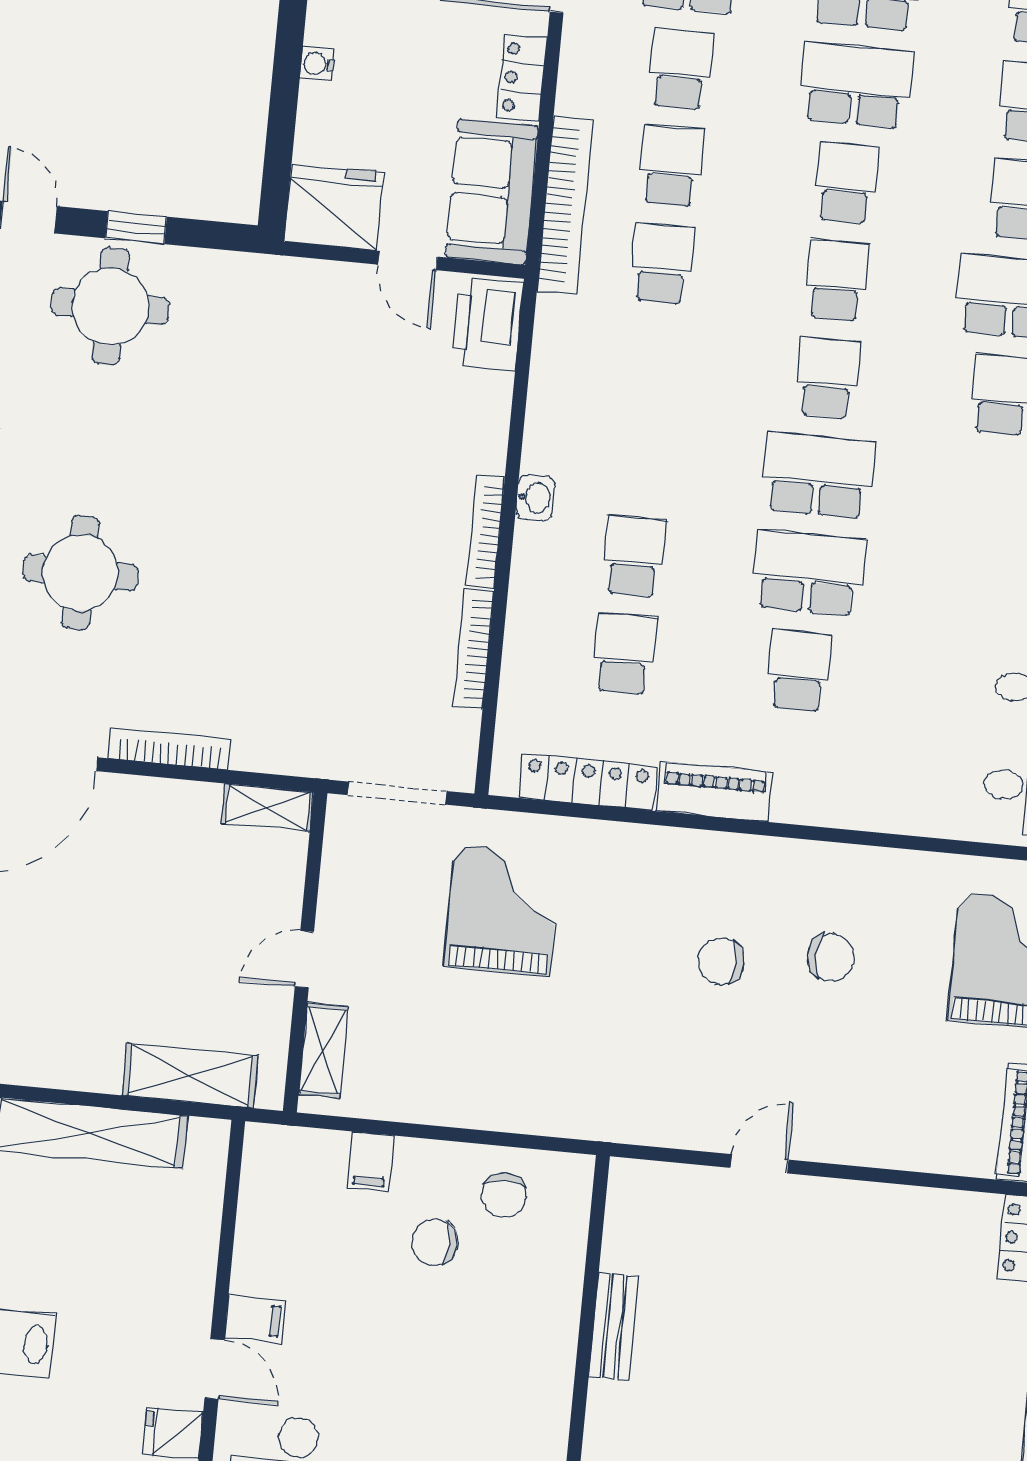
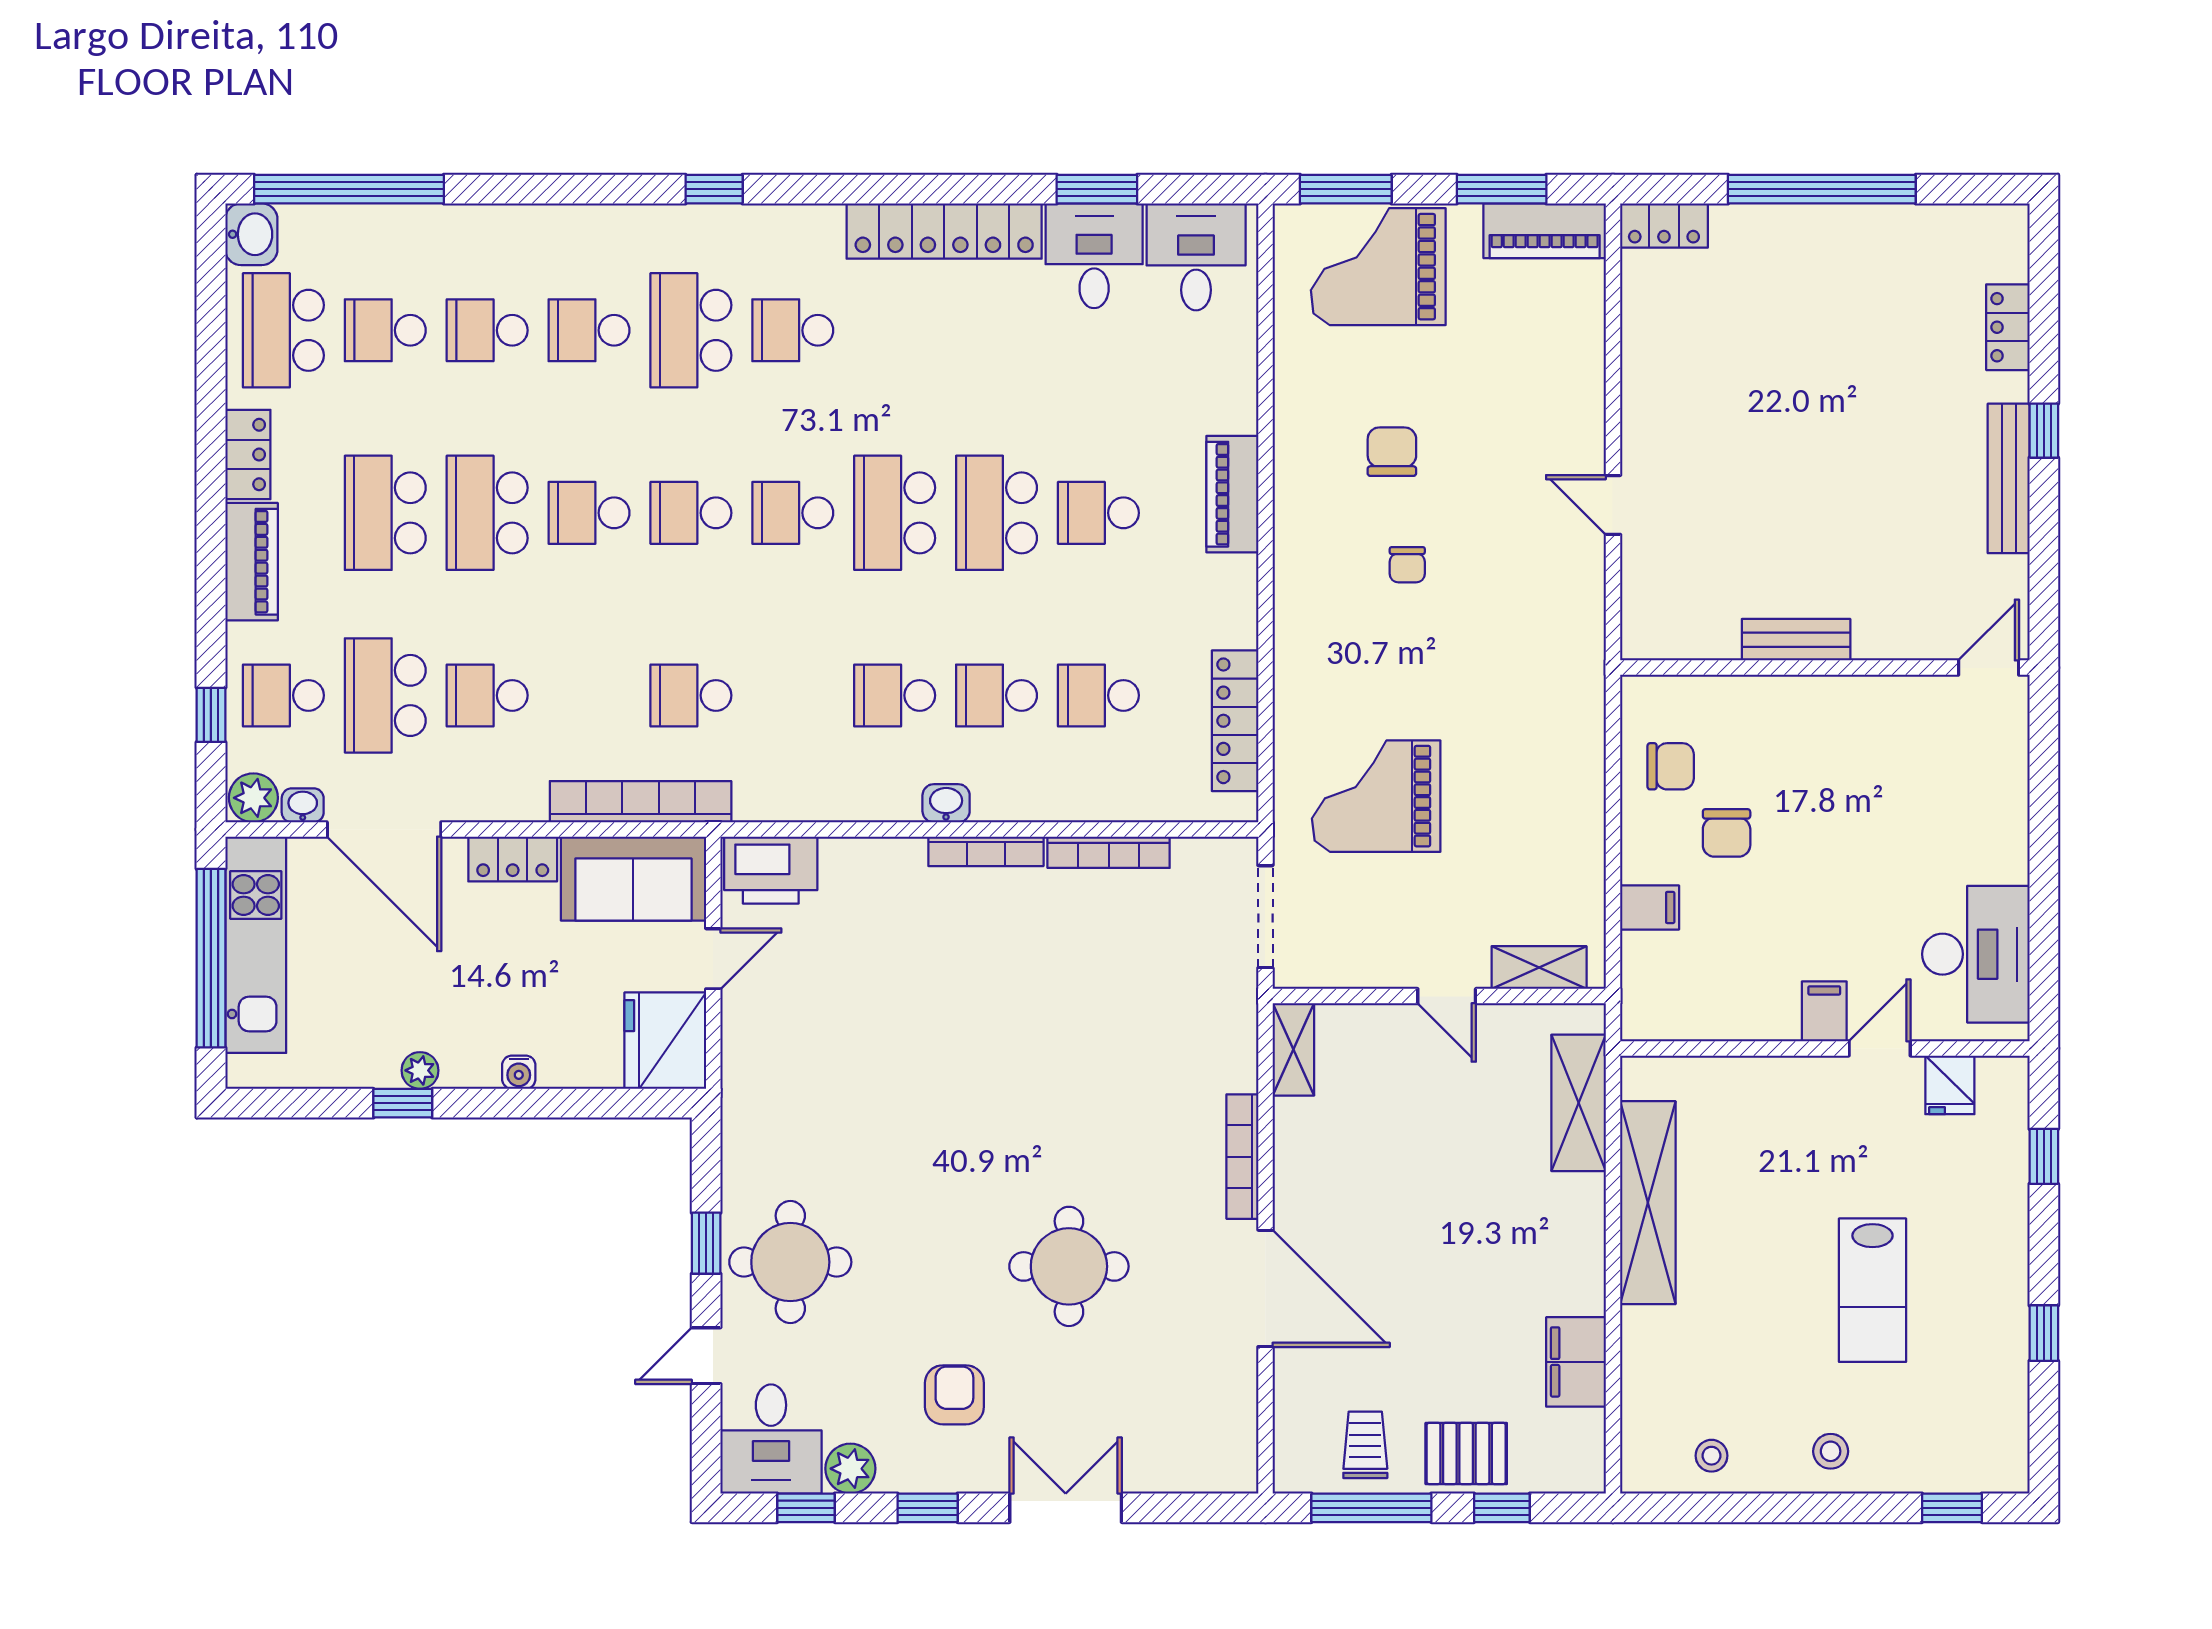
school desk: (671, 166) -> (895, 695), moved
piano: (714, 792) -> (1232, 494), moved
chair: (721, 961) -> (1407, 565), width x0.73, depth x0.73

